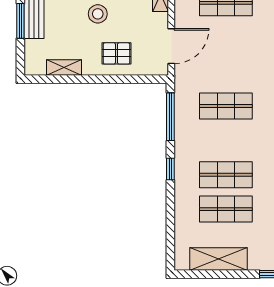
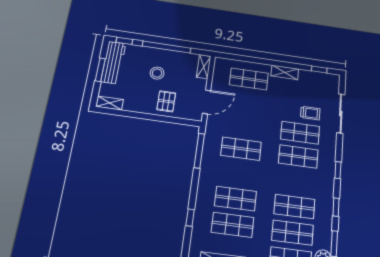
pallet: (116, 53) -> (166, 101), turned 90
shelving: (64, 67) -> (110, 103), moved
window: (170, 169) -> (190, 218), moved

